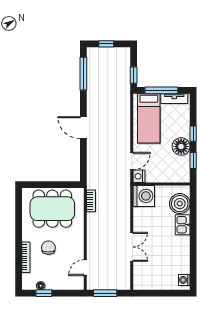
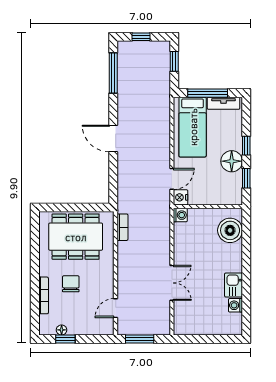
window: (134, 75) -> (174, 61), moved
washing machine: (144, 196) -> (180, 215), width x0.53, depth x0.53
kitchen sink: (183, 225) -> (234, 285), moved
washing machine: (184, 280) -> (235, 305), moved

